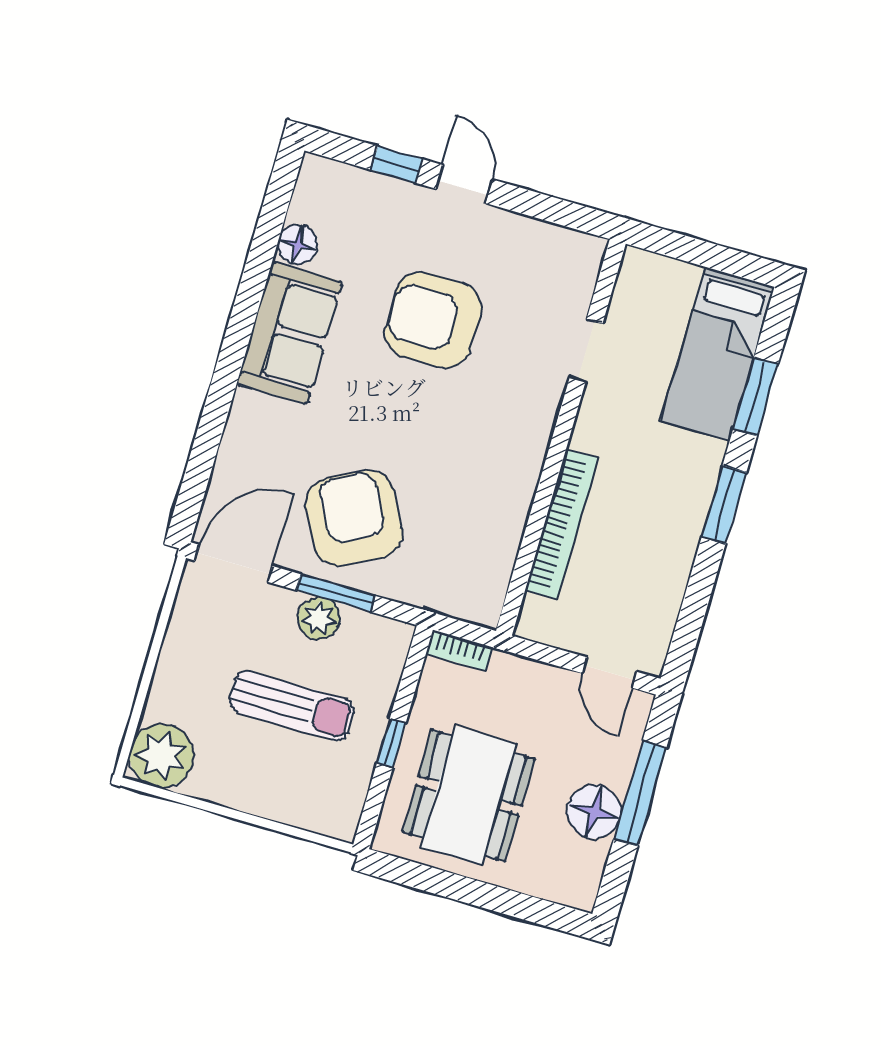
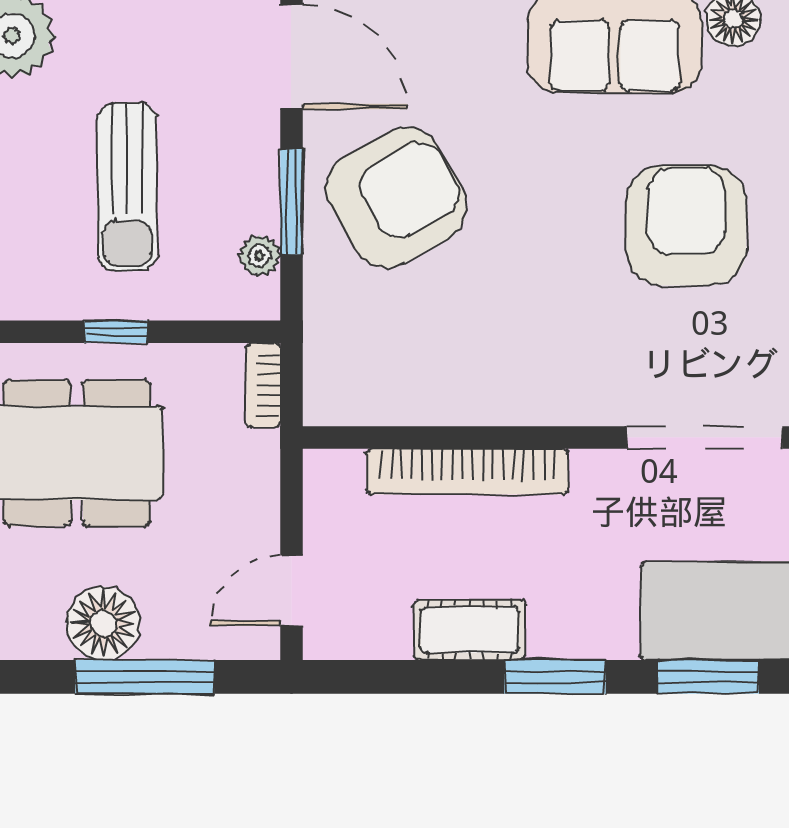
doorway: (586, 350) -> (705, 437), width x1.88
cot: (674, 555) -> (470, 630), added
plant: (319, 618) -> (259, 256), moved, width x0.73, depth x0.73

